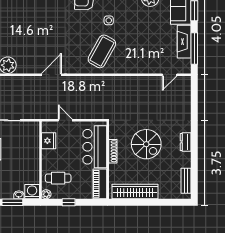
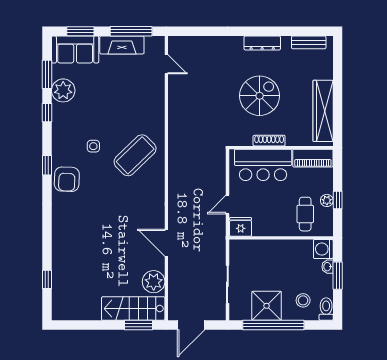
coffee table: (102, 51) -> (135, 155), turned -73
door: (51, 75) -> (166, 243), moved
fridge: (49, 141) -> (241, 227), moved
dresser: (186, 142) -> (262, 43), width x1.44
plant: (46, 194) -> (327, 200), moved

